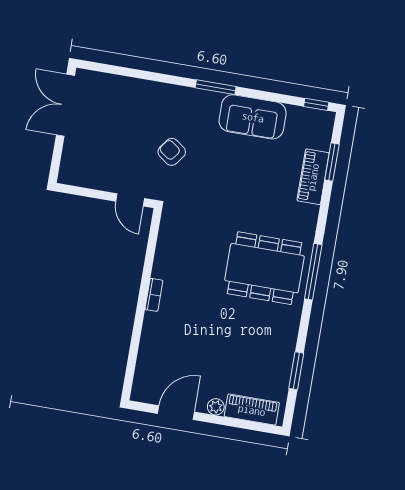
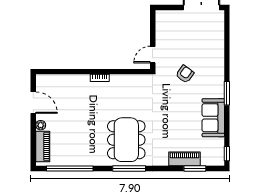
window: (296, 371) -> (70, 168), width x2.11

